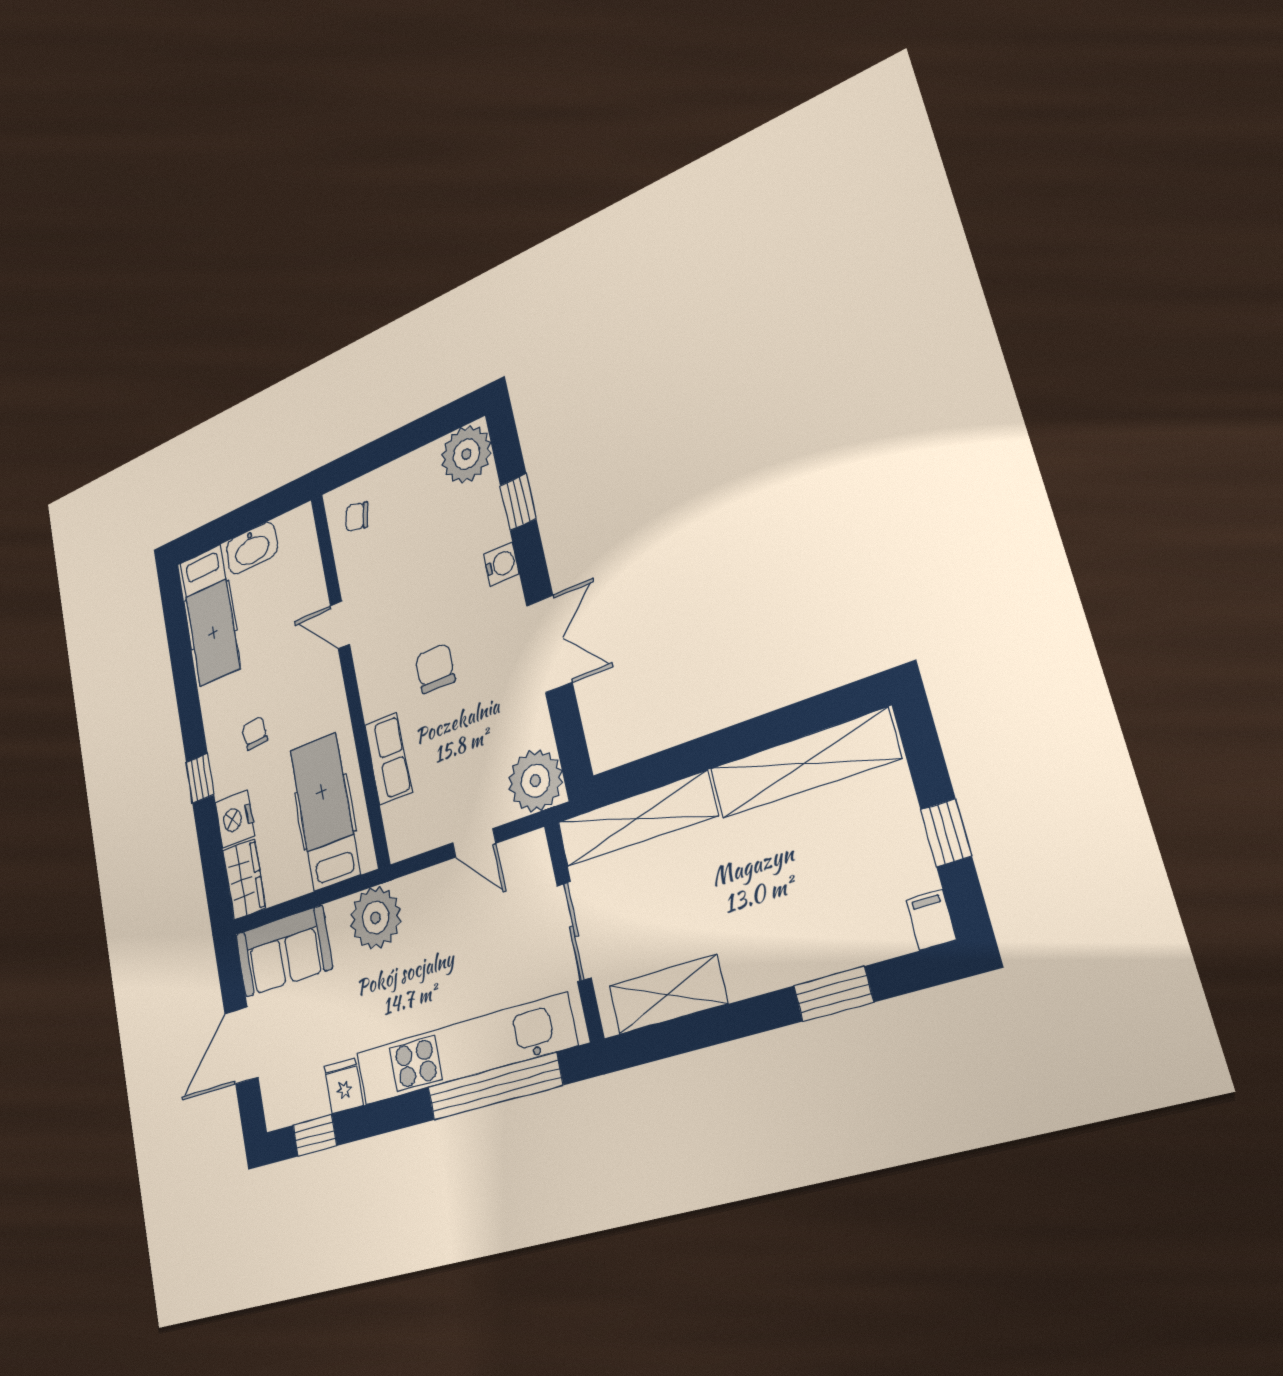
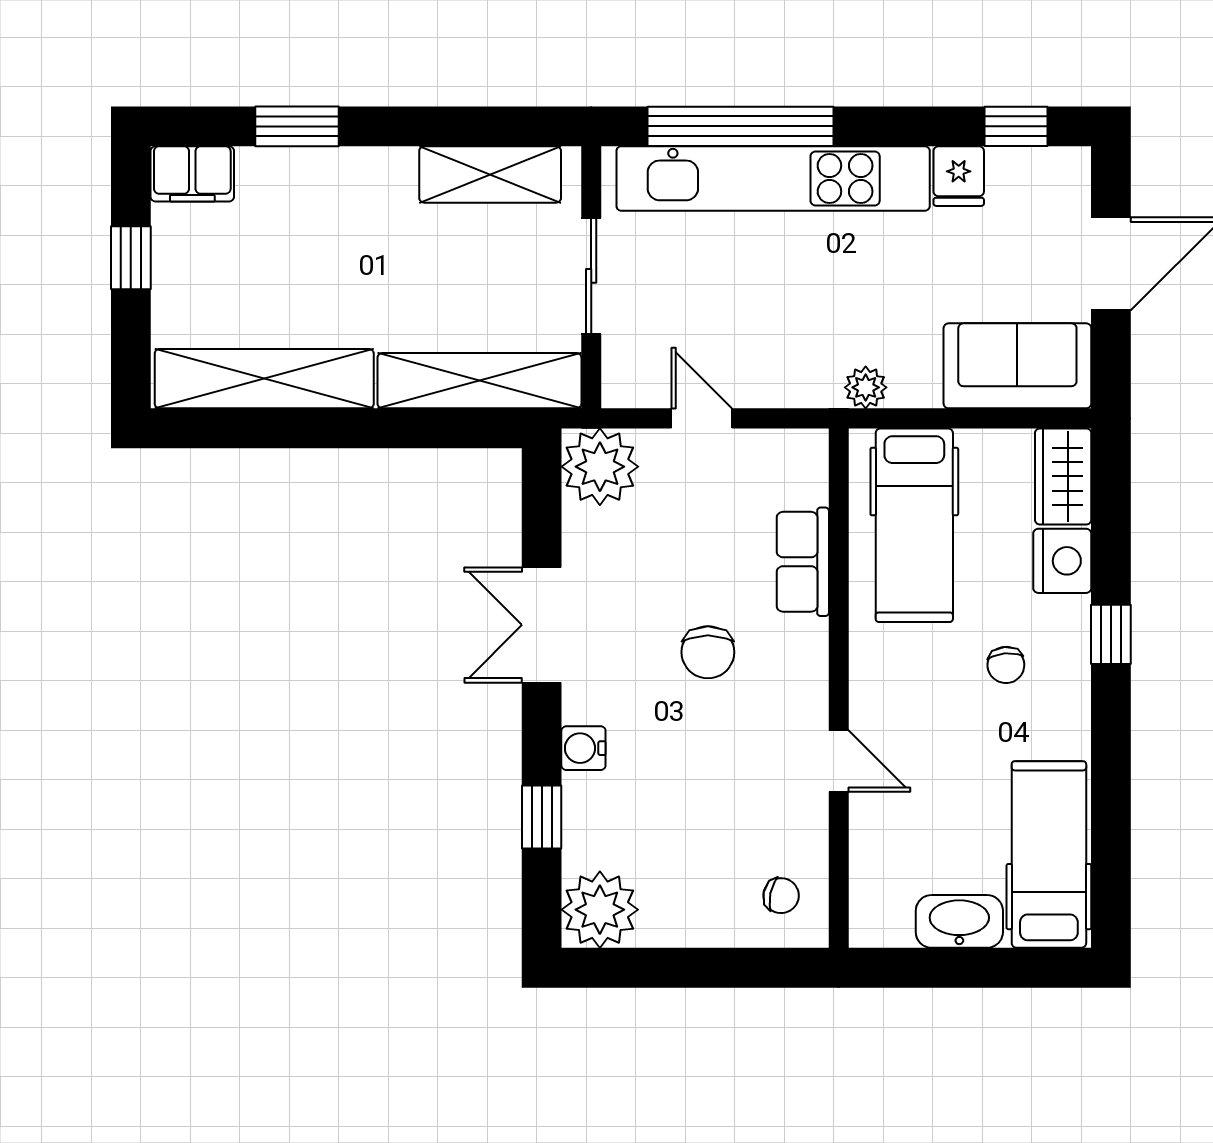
plant: (376, 918) -> (866, 387), width x0.53, depth x0.53
filing cabinet: (931, 920) -> (192, 174), width x2.00

